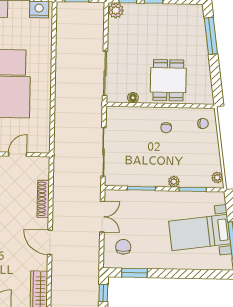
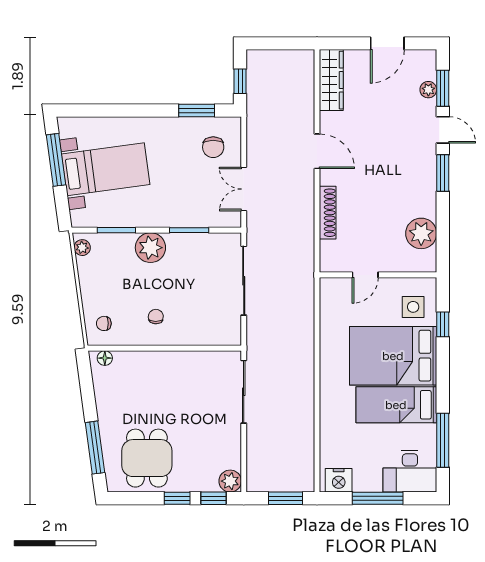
dining table: (168, 80) -> (147, 458), moved
floor lamp: (133, 98) -> (105, 358), moved
plant: (174, 182) -> (150, 248), width x1.87, depth x1.87

